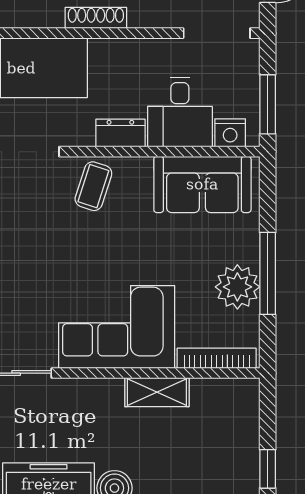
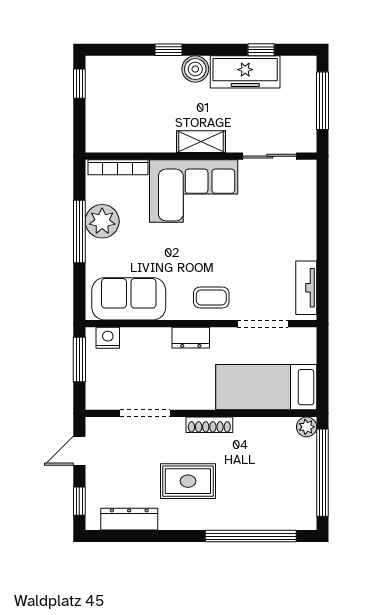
doorway: (217, 33) -> (145, 413), moved
desk: (180, 112) -> (146, 354), removed
coffee table: (93, 186) -> (211, 297), turned 72
shelving: (157, 392) -> (201, 142), moved

